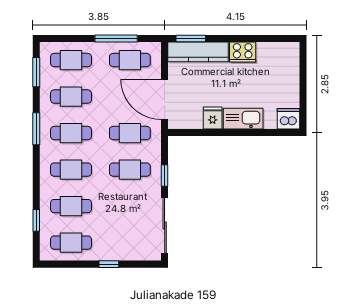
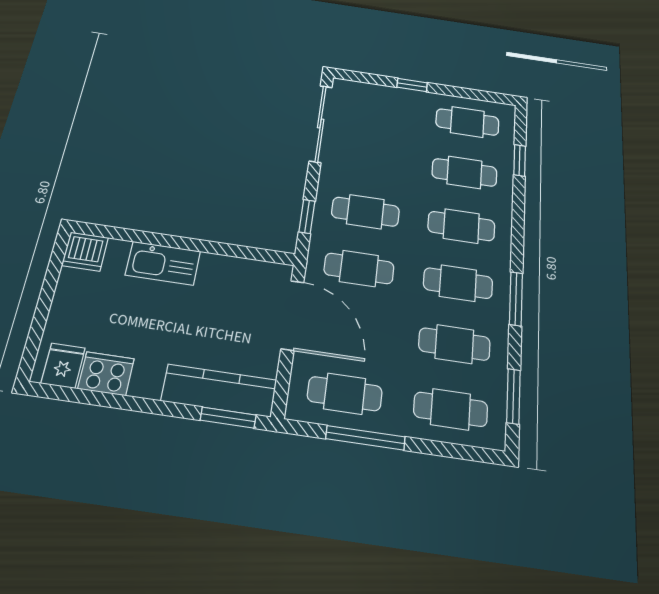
cooker: (243, 52) -> (106, 374), moved
fridge: (213, 118) -> (63, 366), moved, turned 180
window: (165, 175) -> (307, 216), moved

